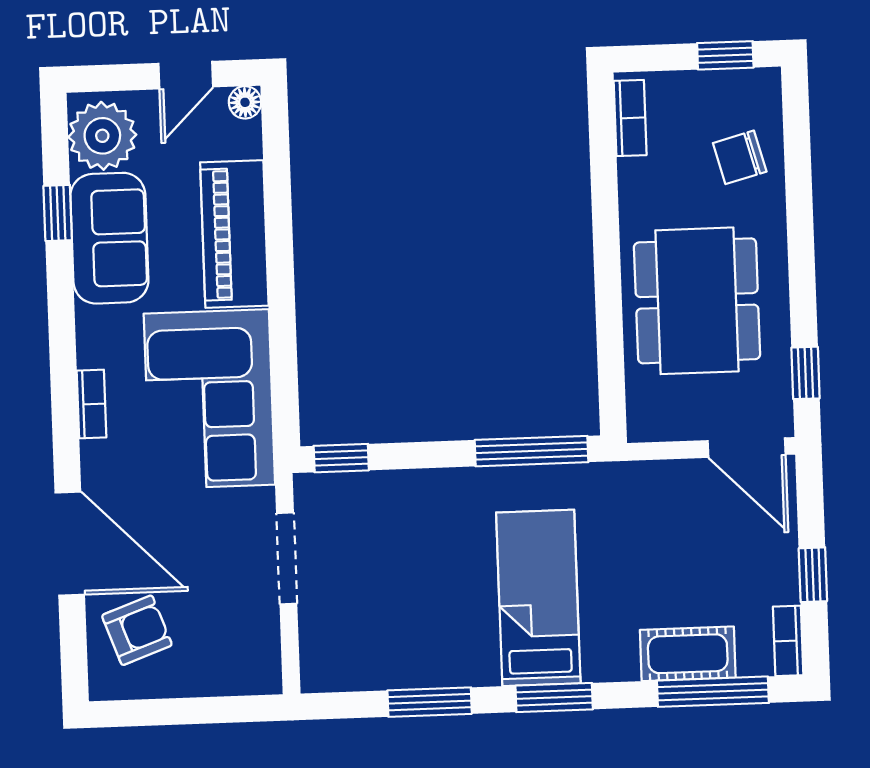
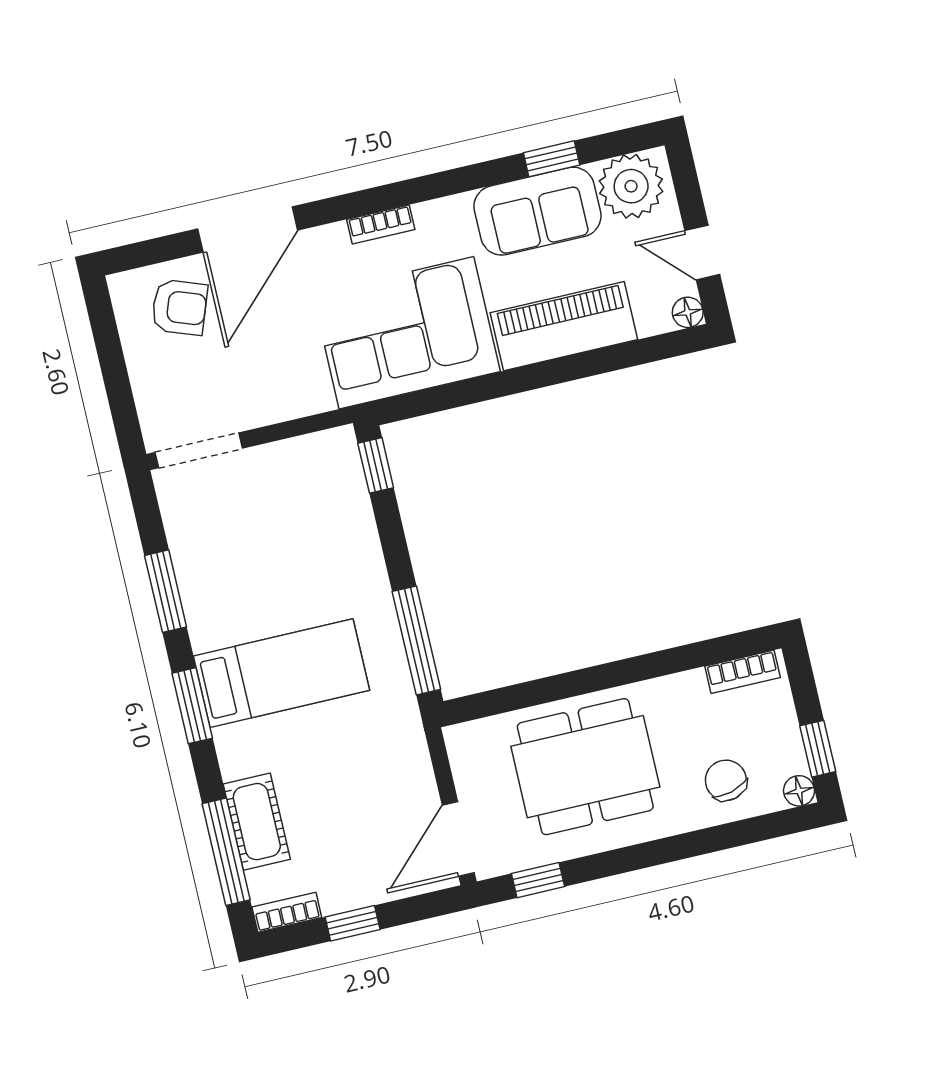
floor lamp: (765, 83) -> (799, 791), added
doorway: (287, 558) -> (199, 450), moved
armchair: (137, 630) -> (179, 307), turned -50

